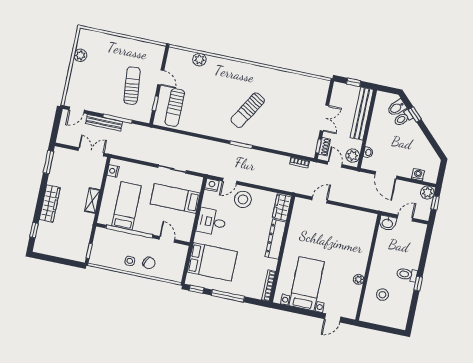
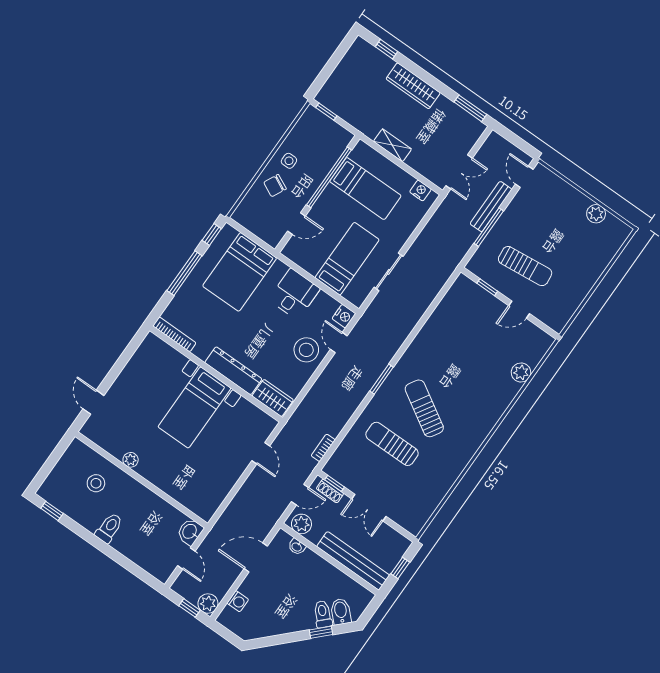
sun lounger: (175, 107) -> (392, 444), moved
bed with nightstands: (307, 284) -> (194, 407), moved, turned 90
window: (418, 284) -> (52, 511), moved

